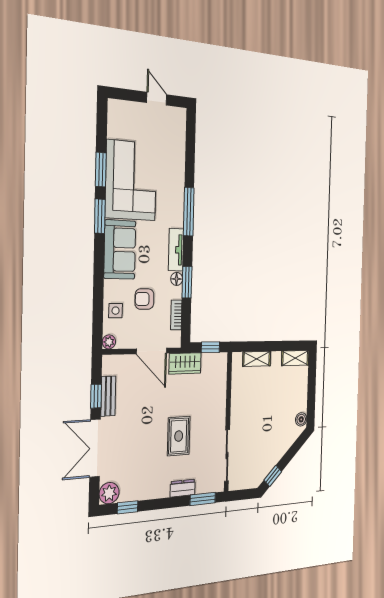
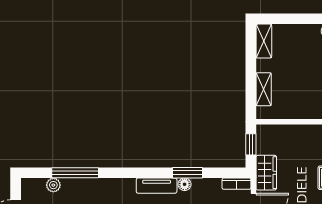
plant: (179, 142) -> (53, 185), added
window: (189, 212) -> (75, 173), moved
bookcase: (176, 315) -> (237, 184), moved

